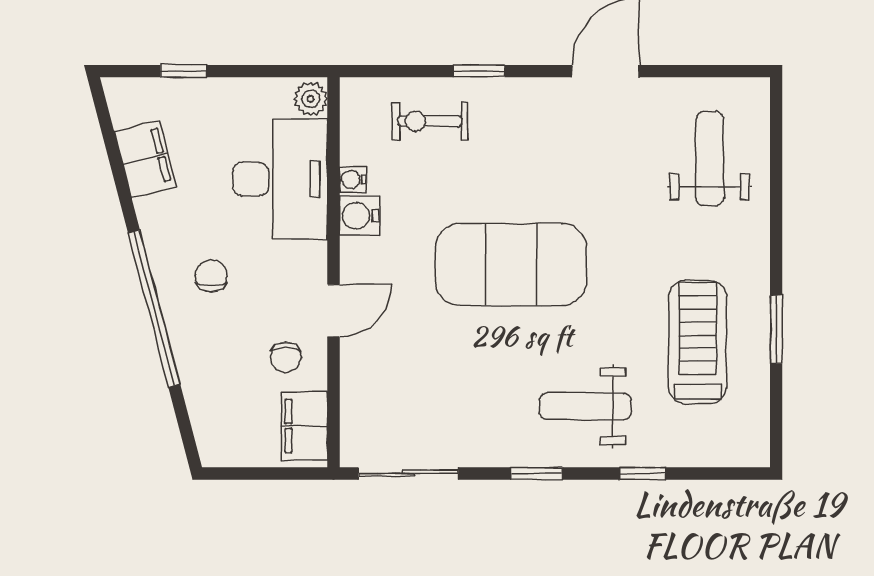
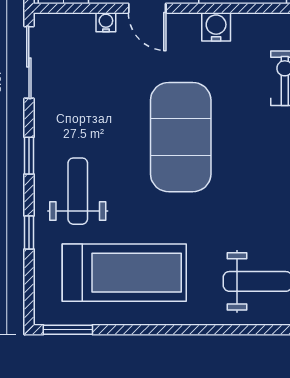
water cooler: (353, 179) -> (106, 22), moved
window: (776, 329) -> (68, 330), moved
treadmill: (698, 342) -> (124, 273), width x1.37, depth x1.38

